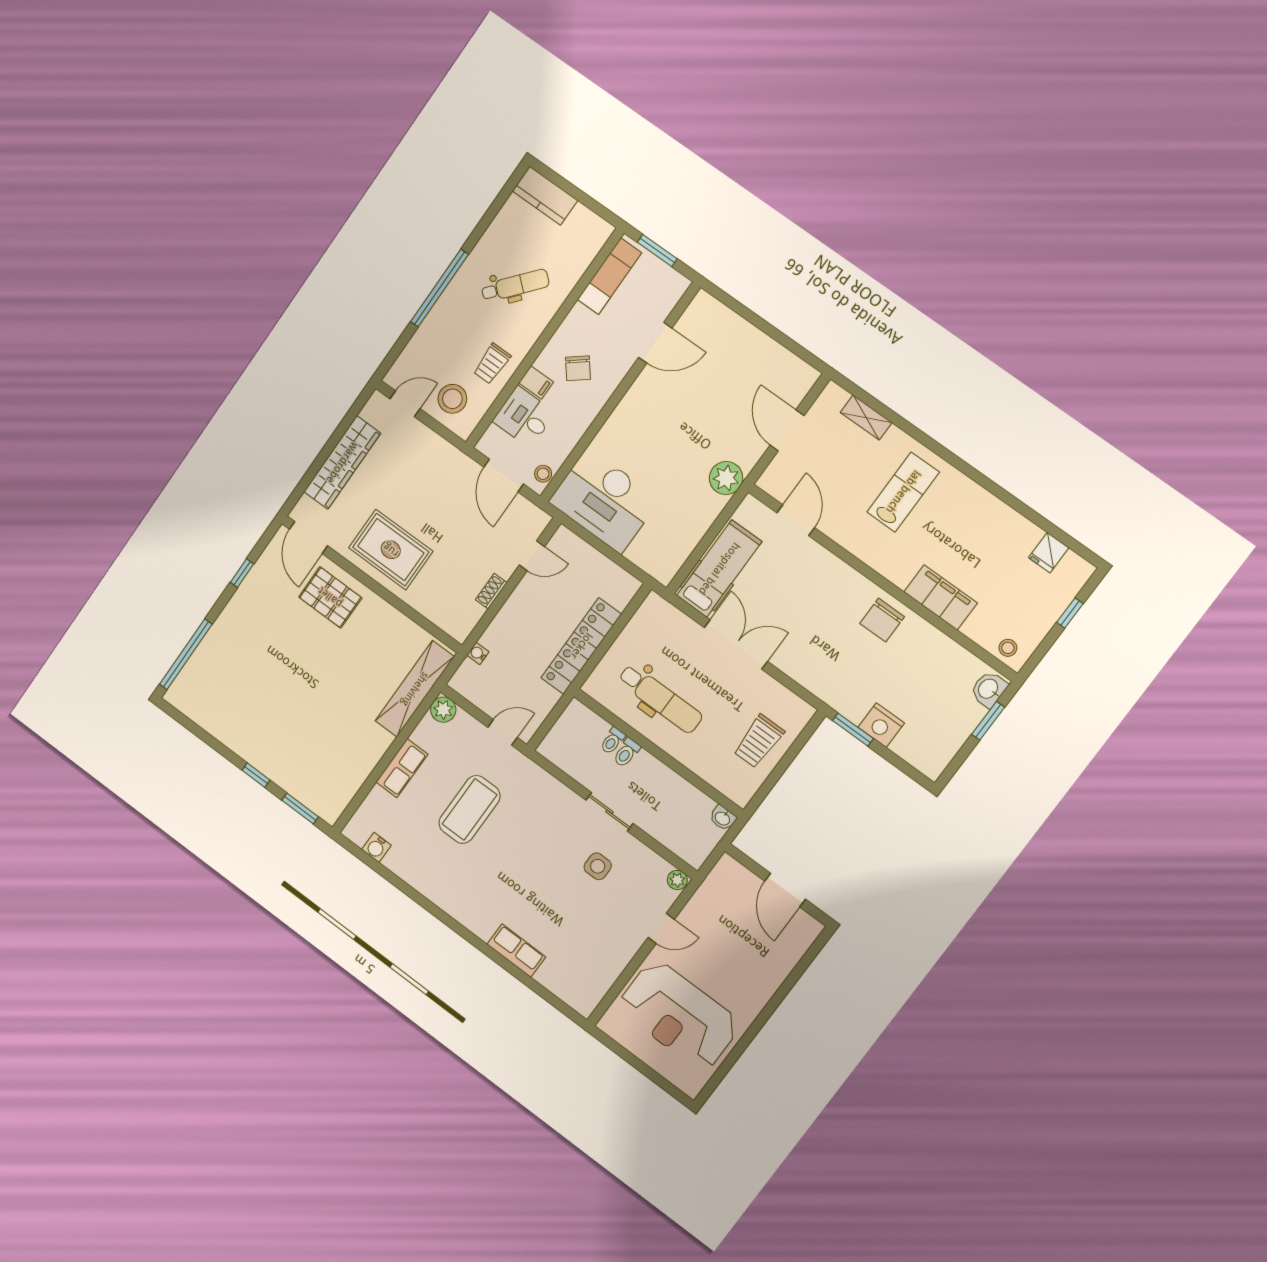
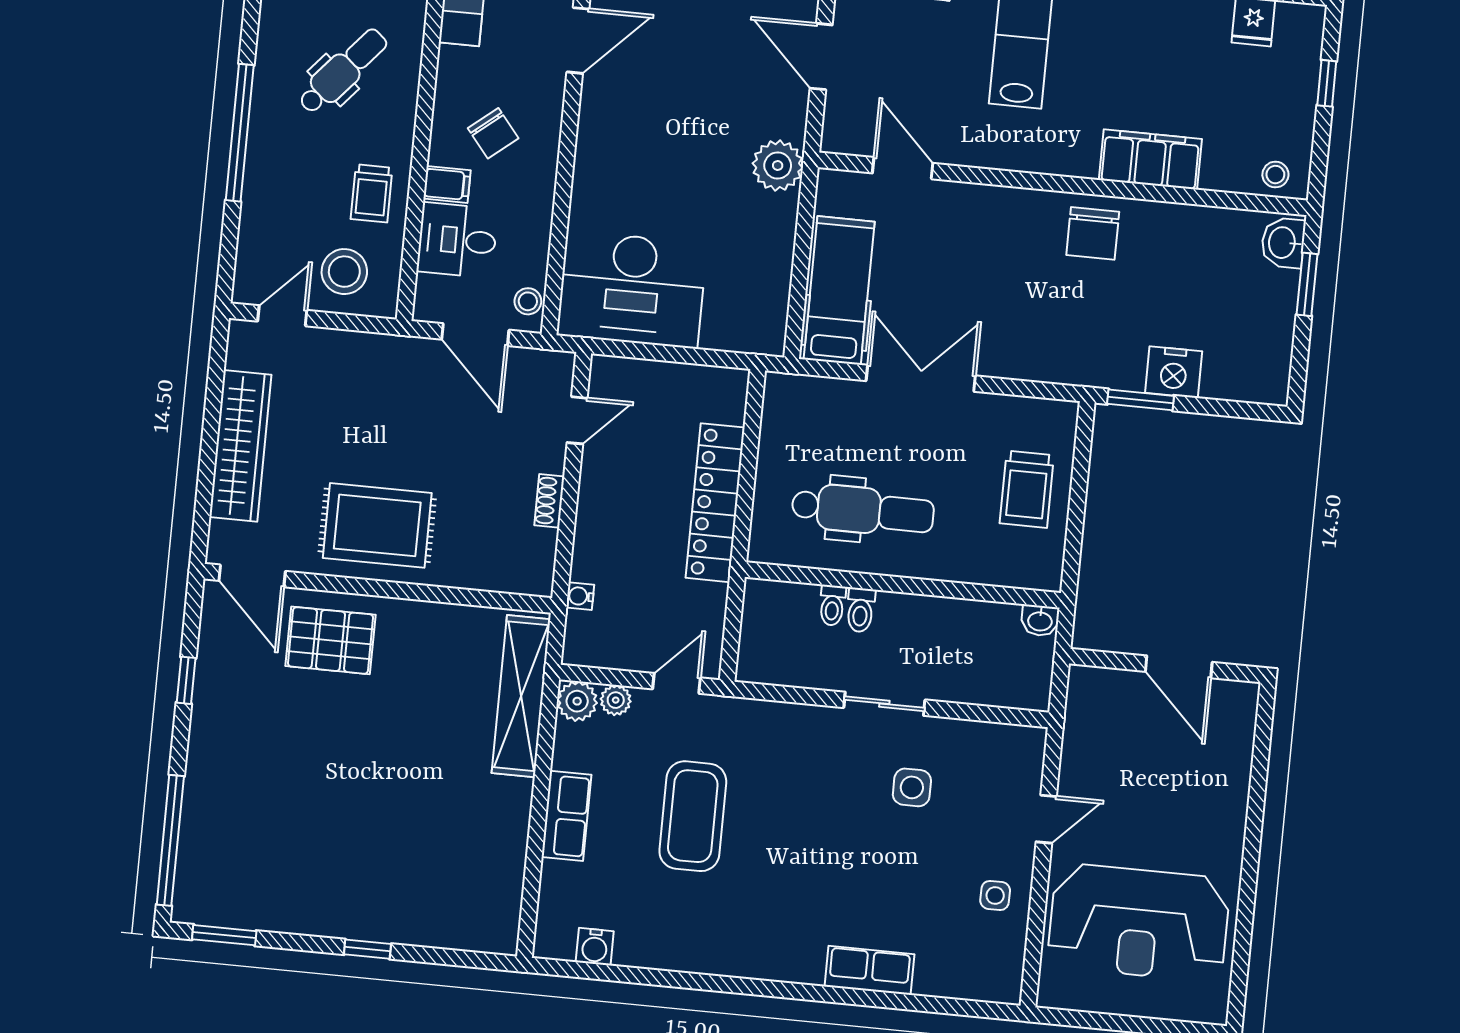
window: (300, 809) -> (224, 935), moved
plant: (677, 880) -> (616, 700), moved
side table: (609, 952) -> (995, 895), added

